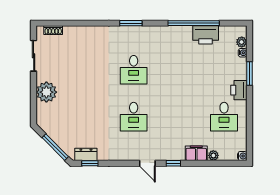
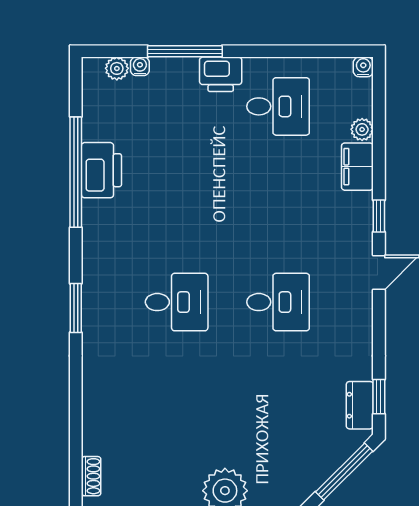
printer: (206, 35) -> (101, 170), moved
window: (250, 74) -> (185, 51), width x1.44

